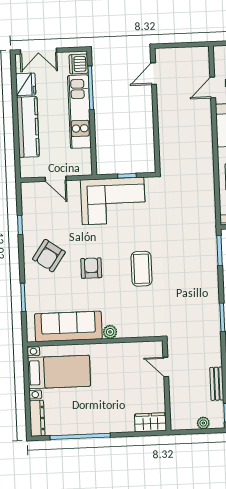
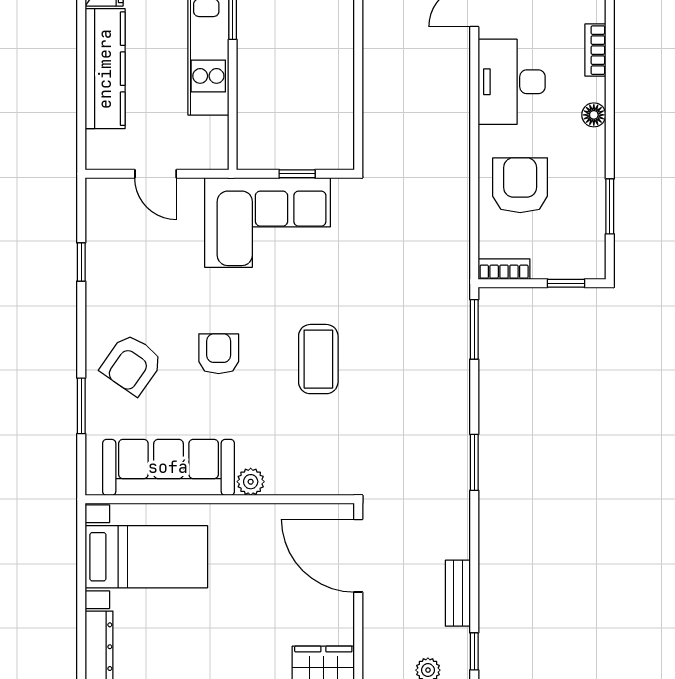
armchair: (49, 256) -> (132, 364), moved
door: (166, 367) -> (358, 556), width x1.88

